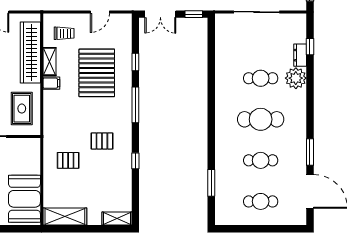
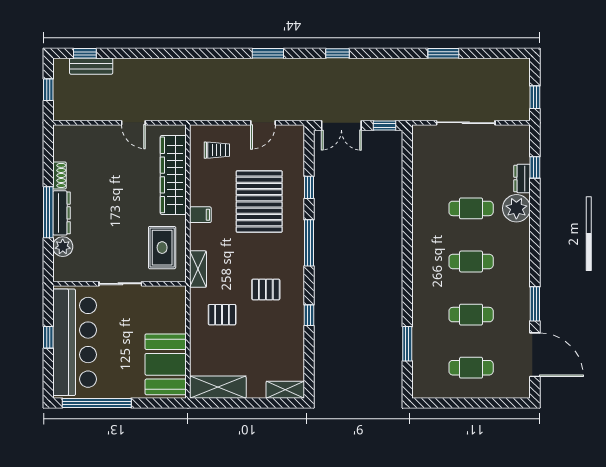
shelving: (50, 62) -> (198, 269), moved
cafe table: (261, 119) -> (471, 261), width x0.73, depth x0.74

